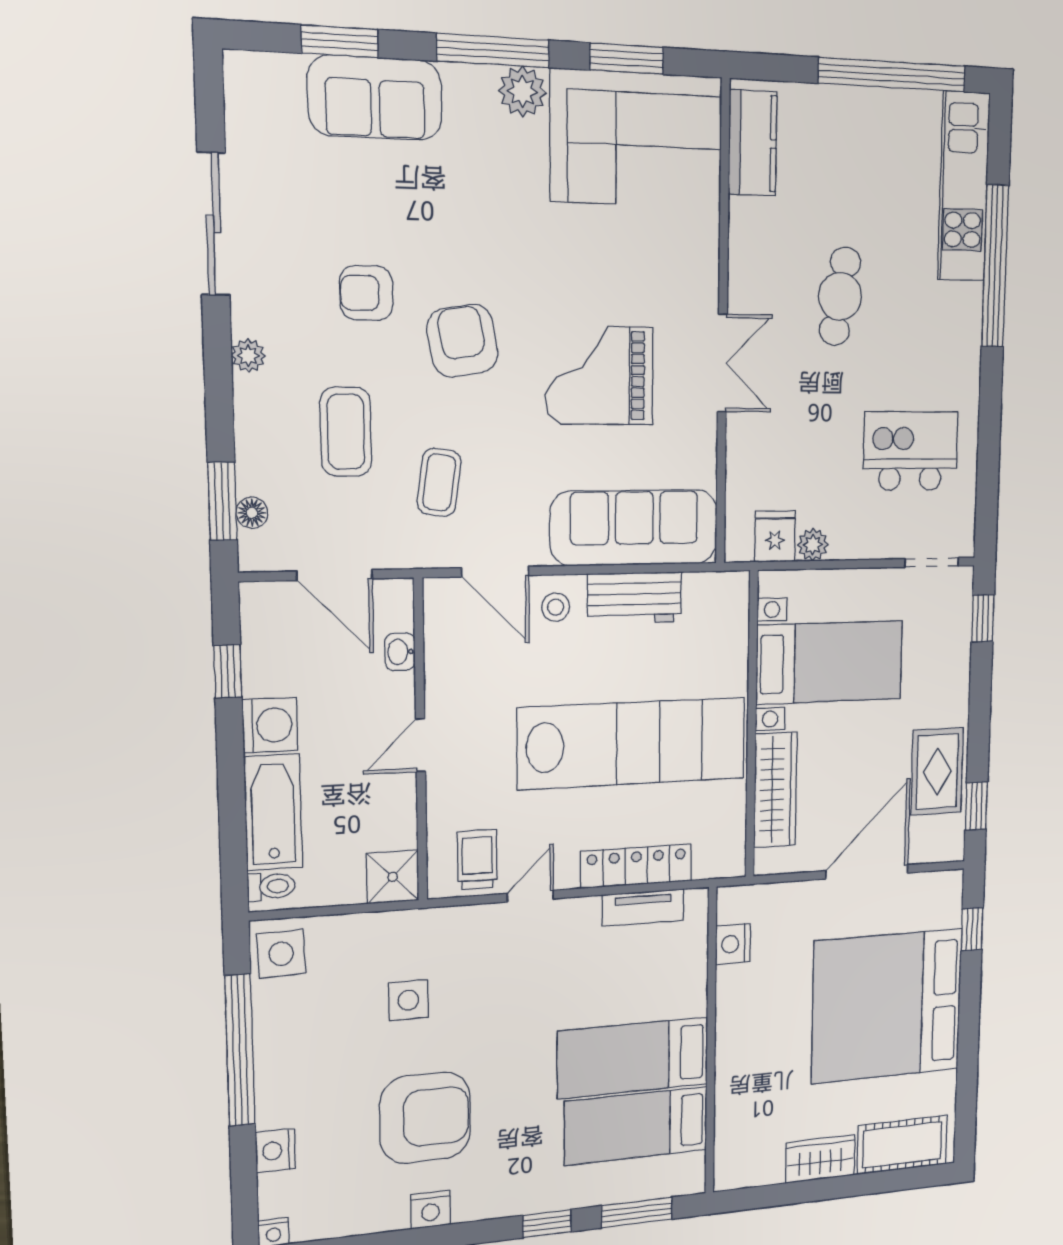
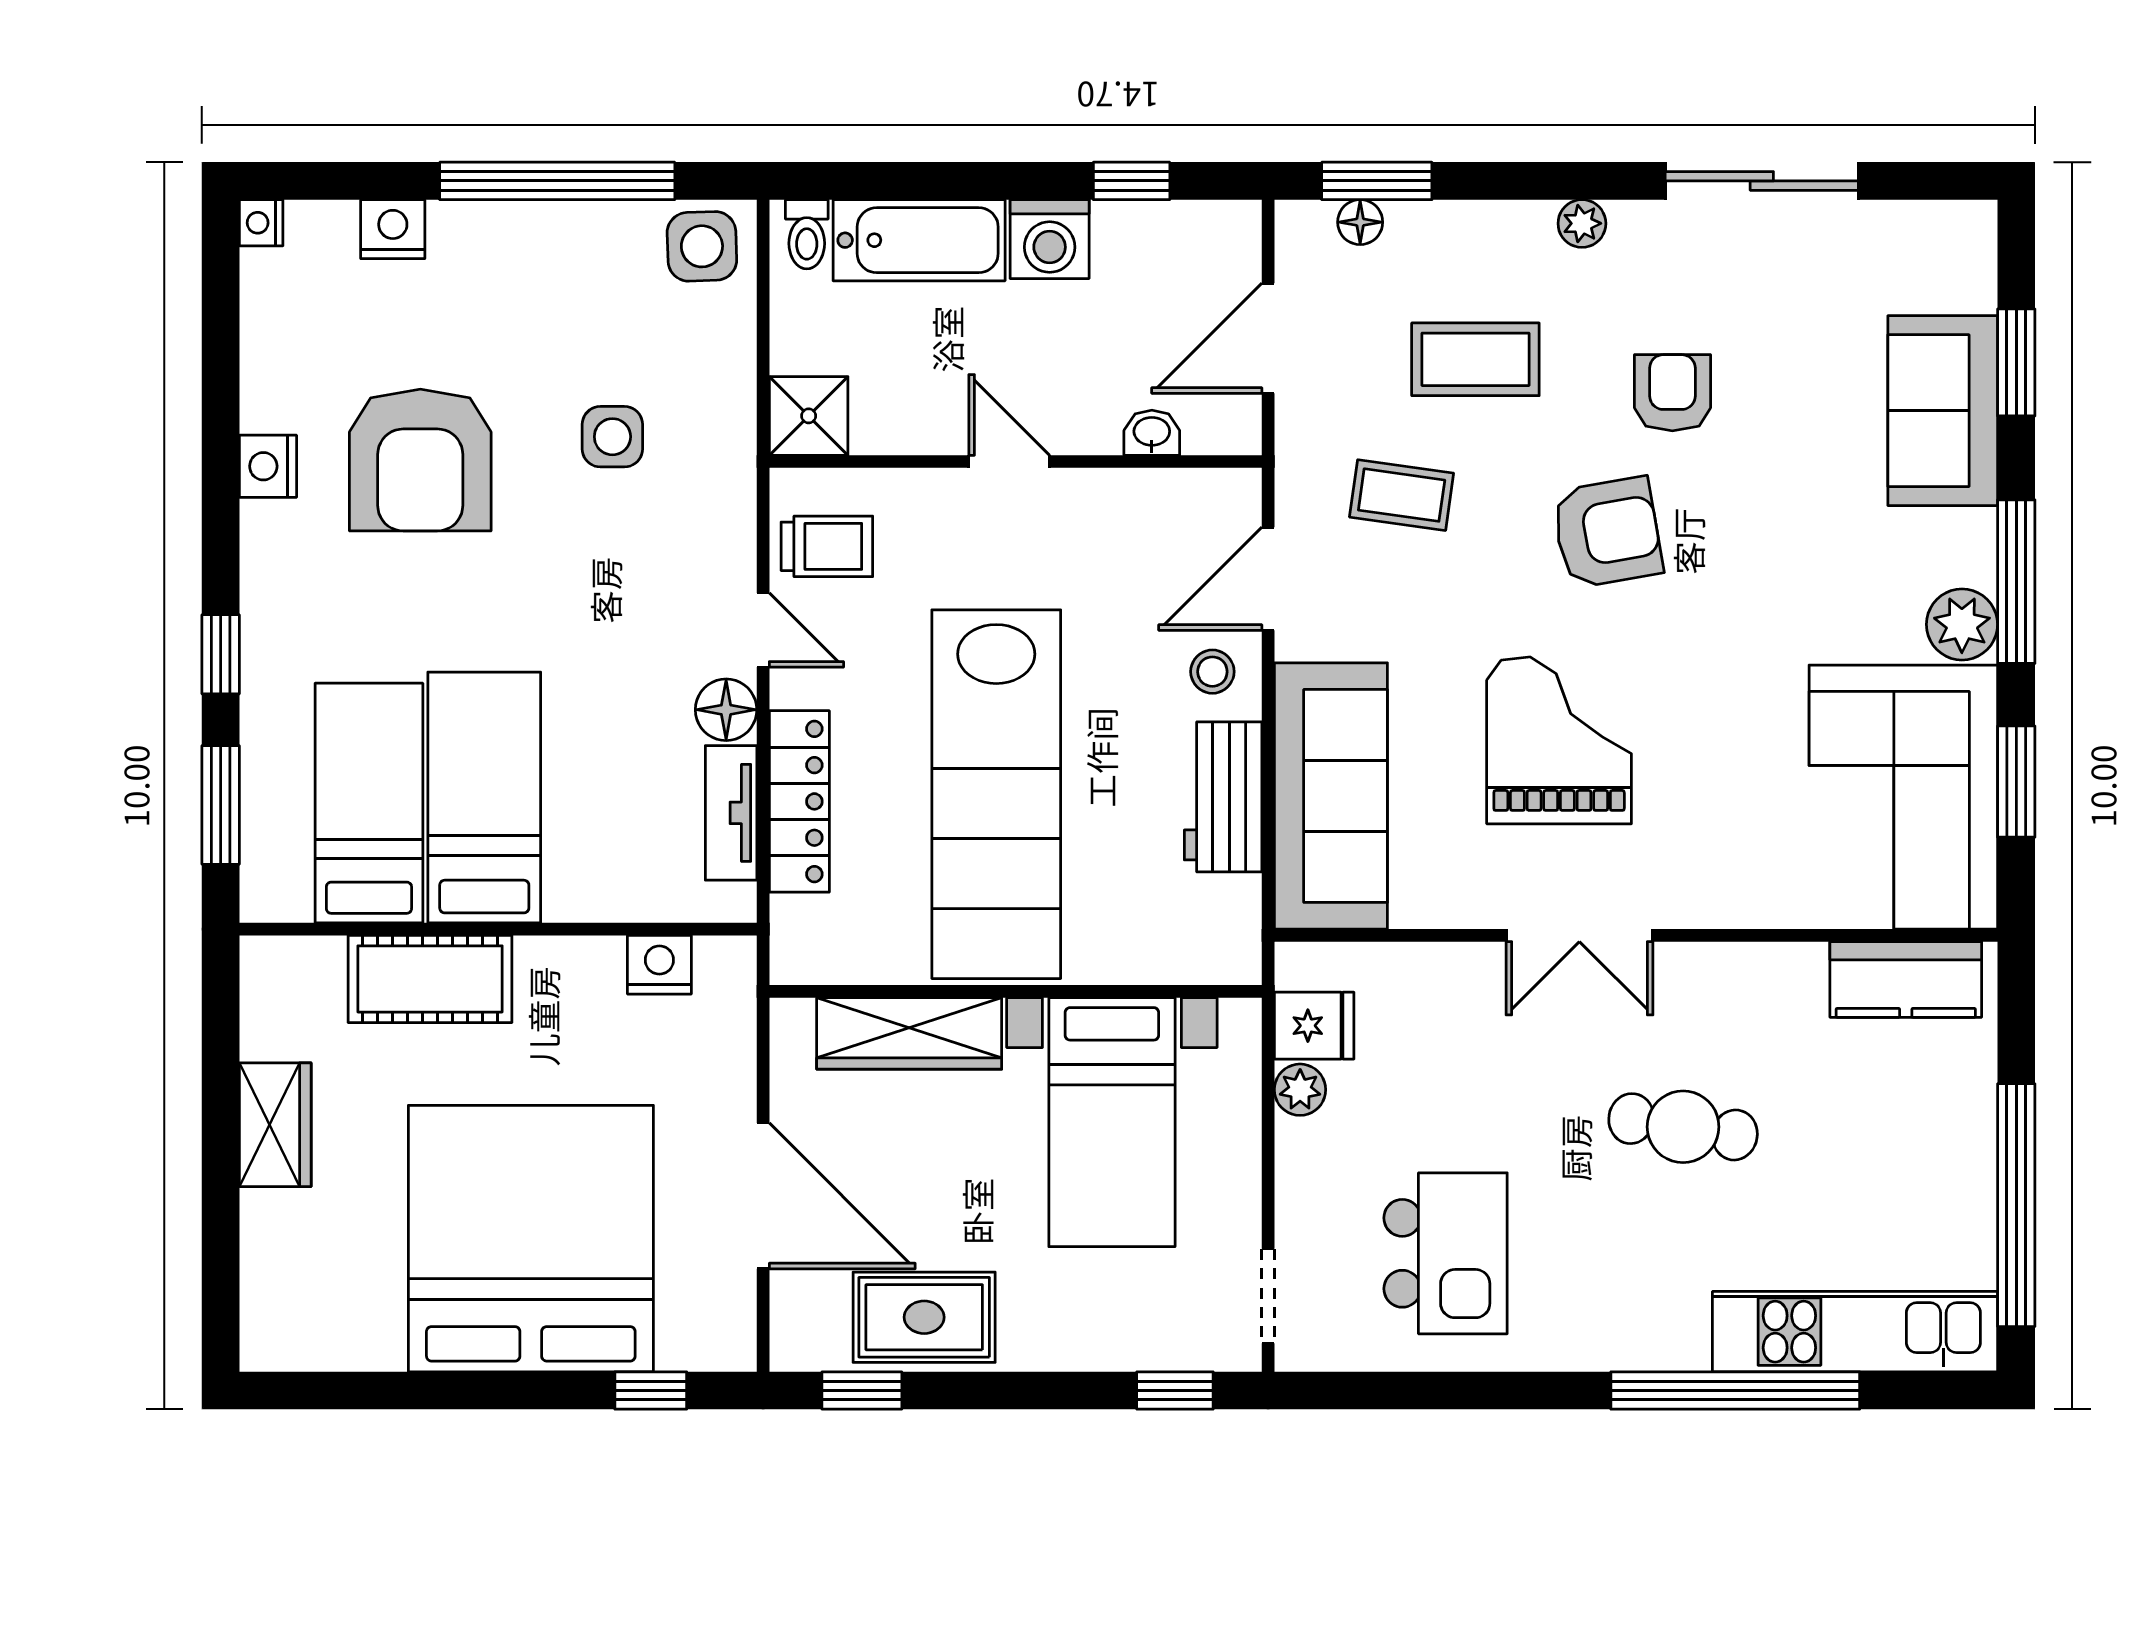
floor lamp: (580, 915) -> (726, 710), added
cot: (902, 1145) -> (430, 979), moved, turned 90

